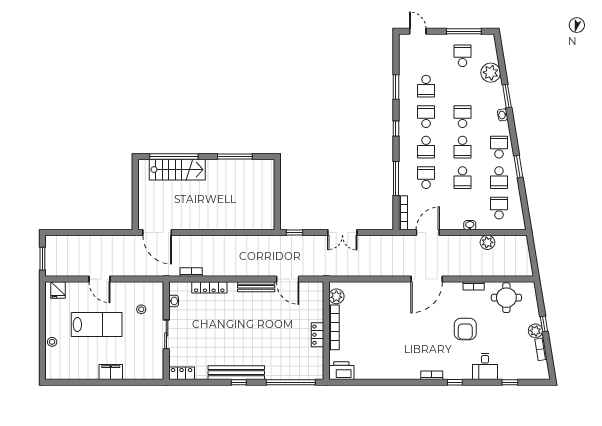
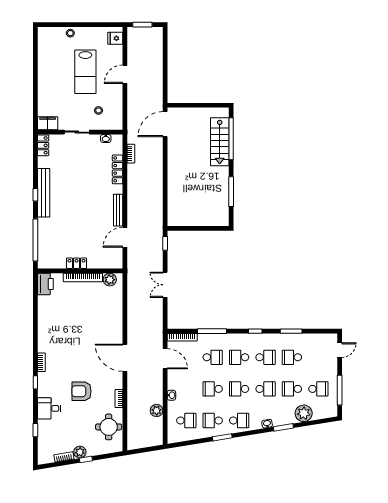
school desk: (463, 86) -> (292, 389), added
filing cabinet: (111, 372) -> (48, 123), moved, turned -90

